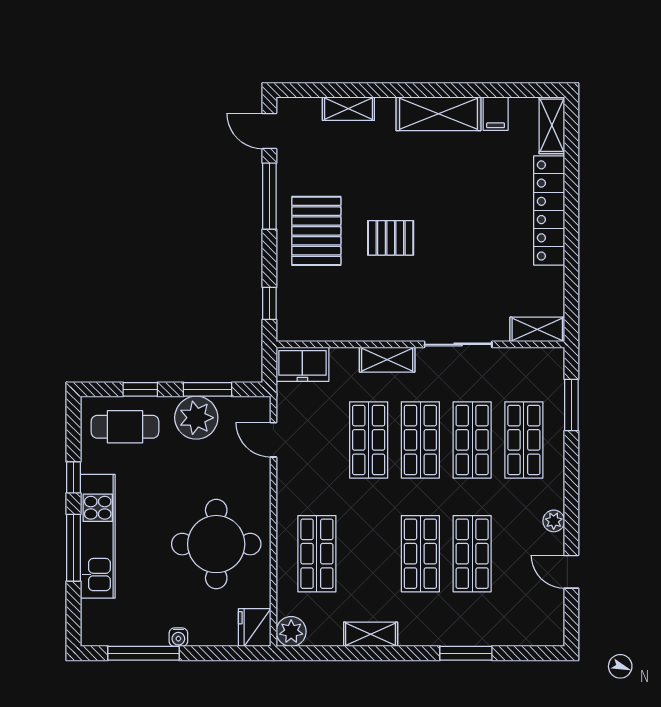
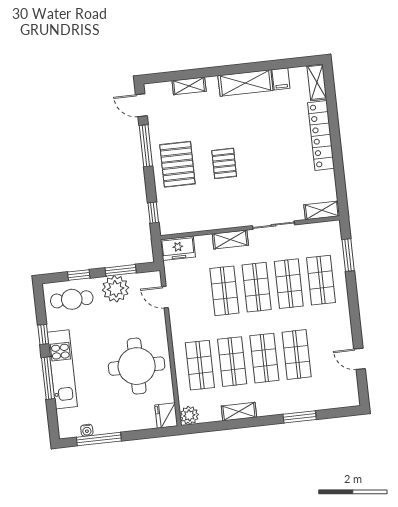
pallet: (391, 238) -> (224, 163), turned 90
plant: (554, 521) -> (345, 328), removed
shop shelf: (369, 554) -> (232, 362), added
water cooler: (178, 637) -> (87, 430), moved

